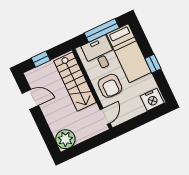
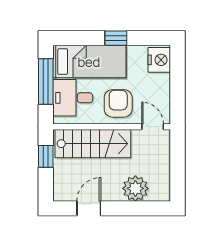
window: (41, 59) -> (46, 156), moved
armchair: (110, 86) -> (118, 103), turned -90
plant: (65, 139) -> (135, 188), moved

